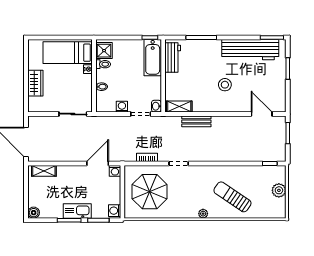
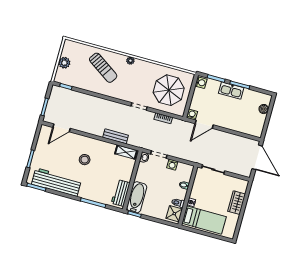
door: (262, 114) -> (62, 128), hinge flipped
shelving: (44, 171) -> (249, 130), removed
boiler: (34, 213) -> (264, 109), moved

